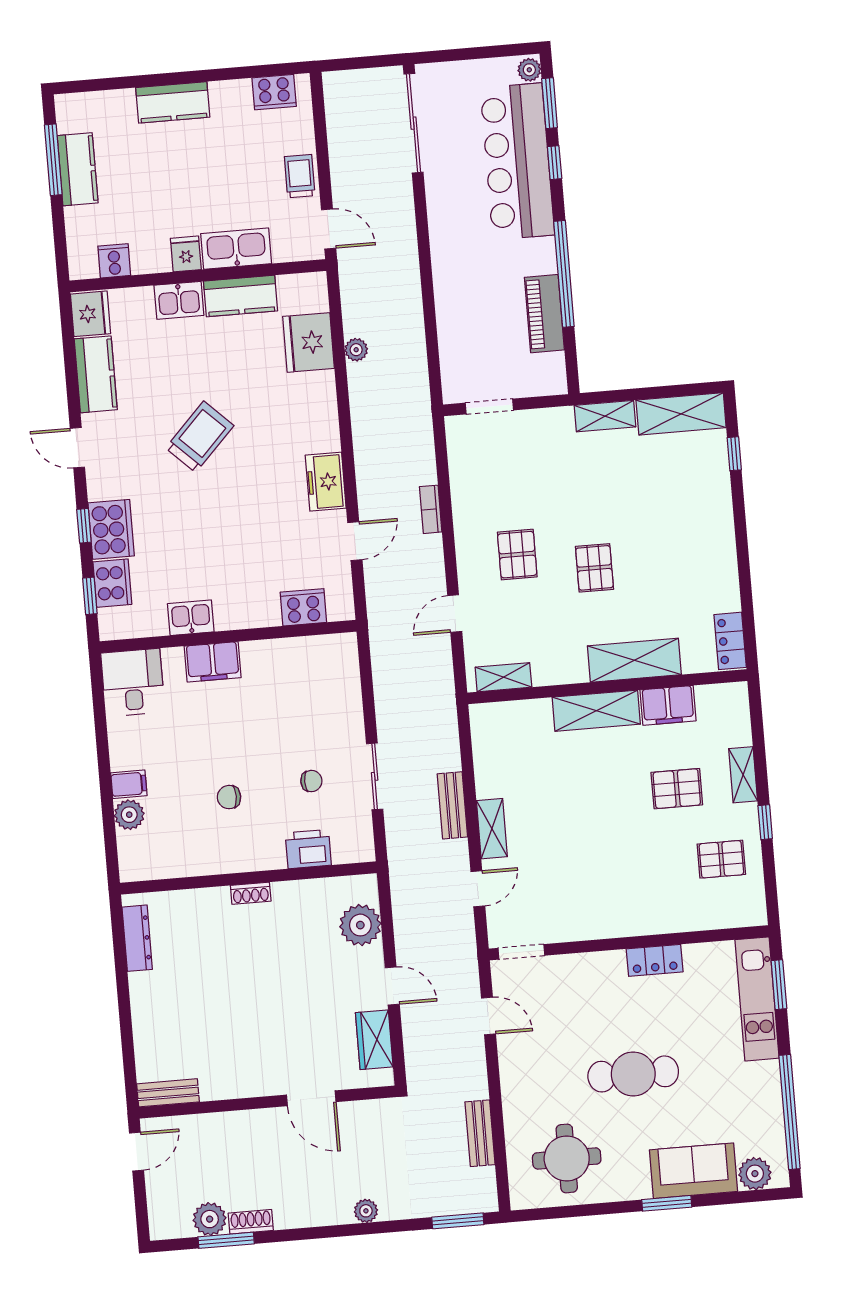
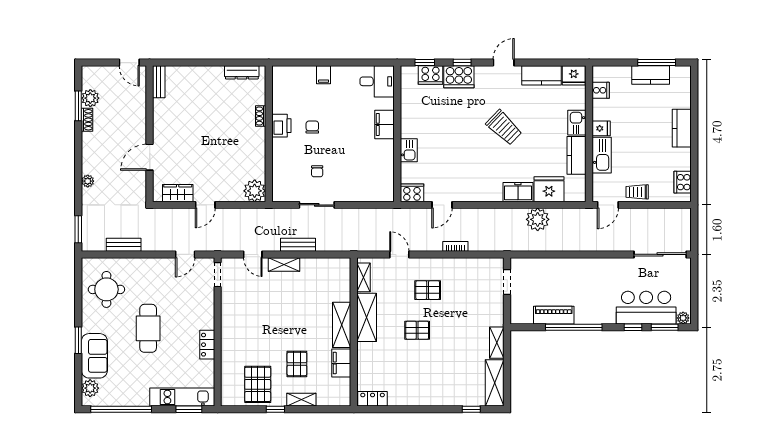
bar counter: (517, 161) -> (646, 308), width x0.73
trolley: (300, 176) -> (637, 192), turned 180
plant: (356, 350) -> (538, 219), width x1.87, depth x1.87
freezer: (326, 482) -> (518, 192), moved
door: (355, 541) -> (442, 205), hinge flipped
cooker: (303, 607) -> (412, 193), moved, turned -90
kitchen sink: (191, 618) -> (409, 150), moved
shelving: (634, 660) -> (367, 317), moved
plant: (129, 815) -> (307, 74), removed
printer: (308, 849) -> (281, 126), moved
pallet: (721, 859) -> (258, 384), width x1.50, depth x1.42
shoe rack: (251, 893) -> (261, 116), moved
plant: (360, 925) -> (255, 191), moved

